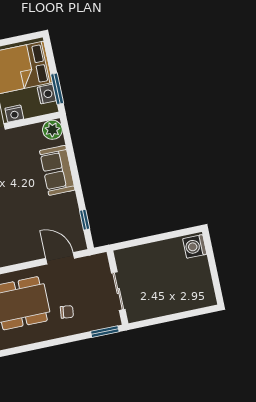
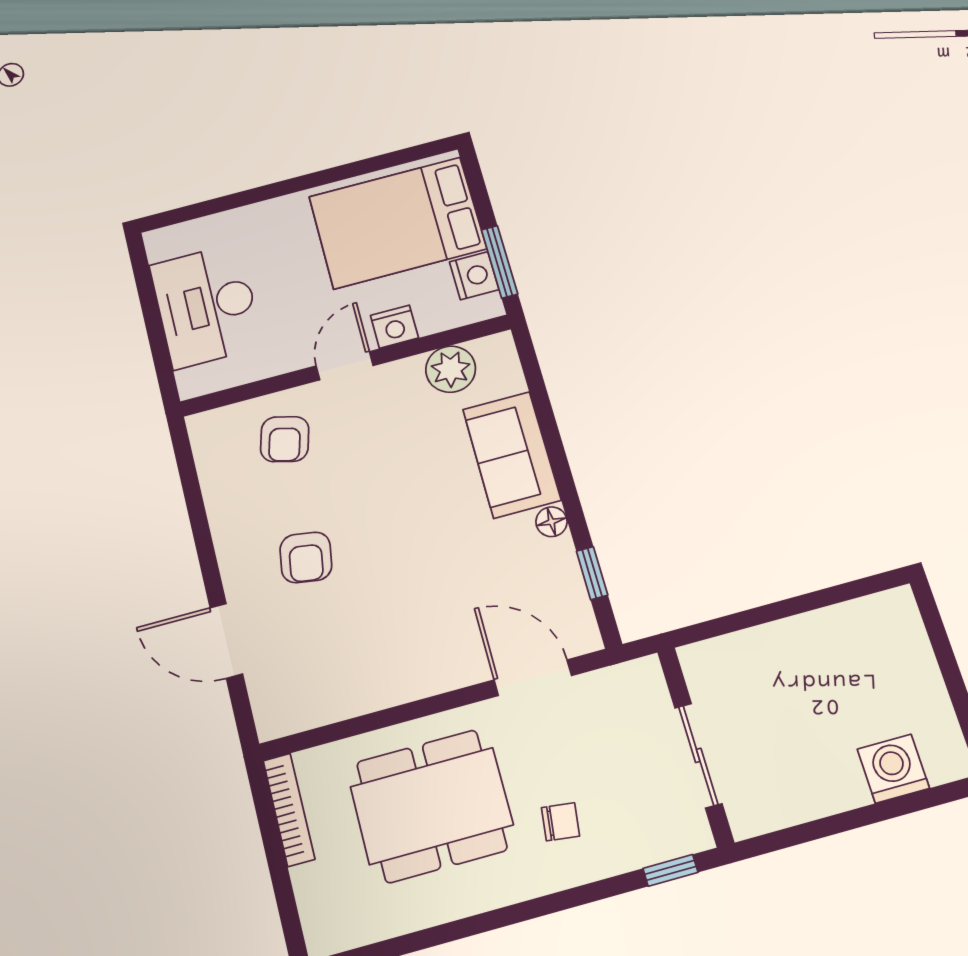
plant: (52, 130) -> (451, 369), moved
floor lamp: (71, 198) -> (551, 522), added
washing machine: (195, 246) -> (893, 769), moved, turned 90
window: (105, 332) -> (670, 870), width x0.67

